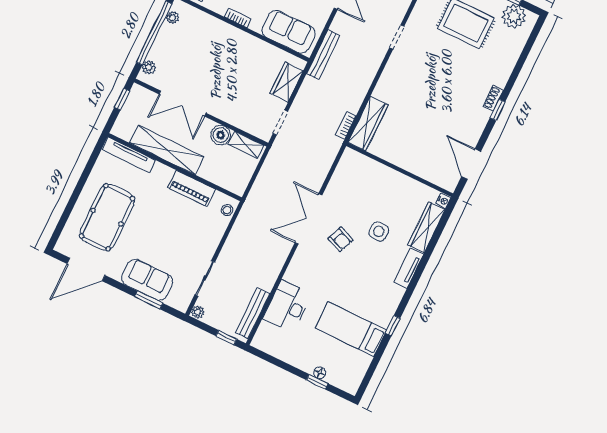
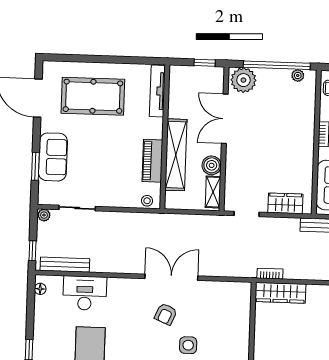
plant: (149, 67) -> (243, 80), width x1.87, depth x1.87
shelving: (167, 150) -> (176, 155), moved
floor lamp: (320, 373) -> (40, 289), moved

